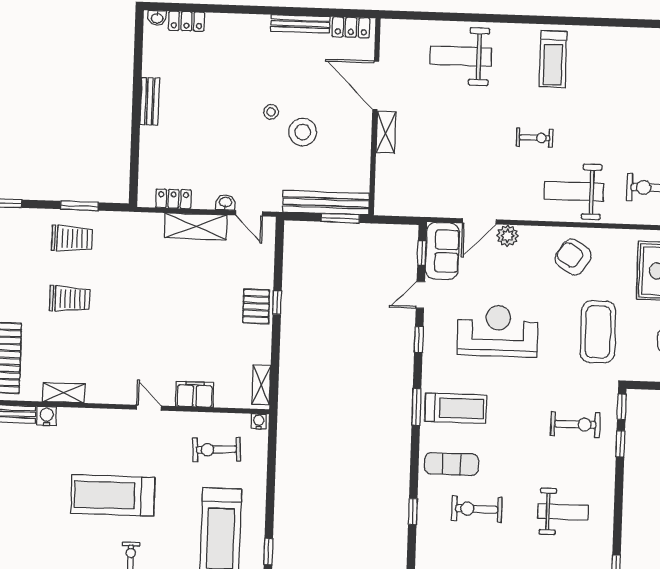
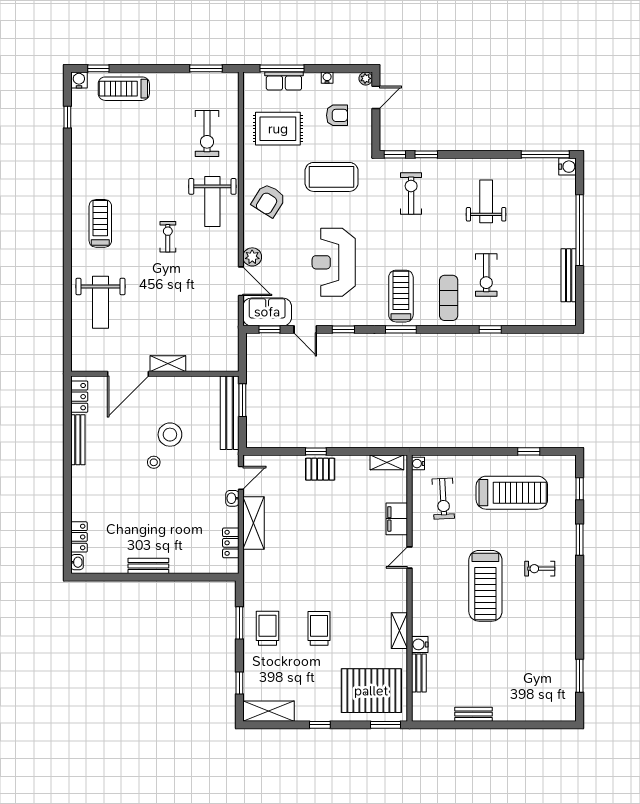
treadmill: (553, 59) -> (100, 223), turned -90

